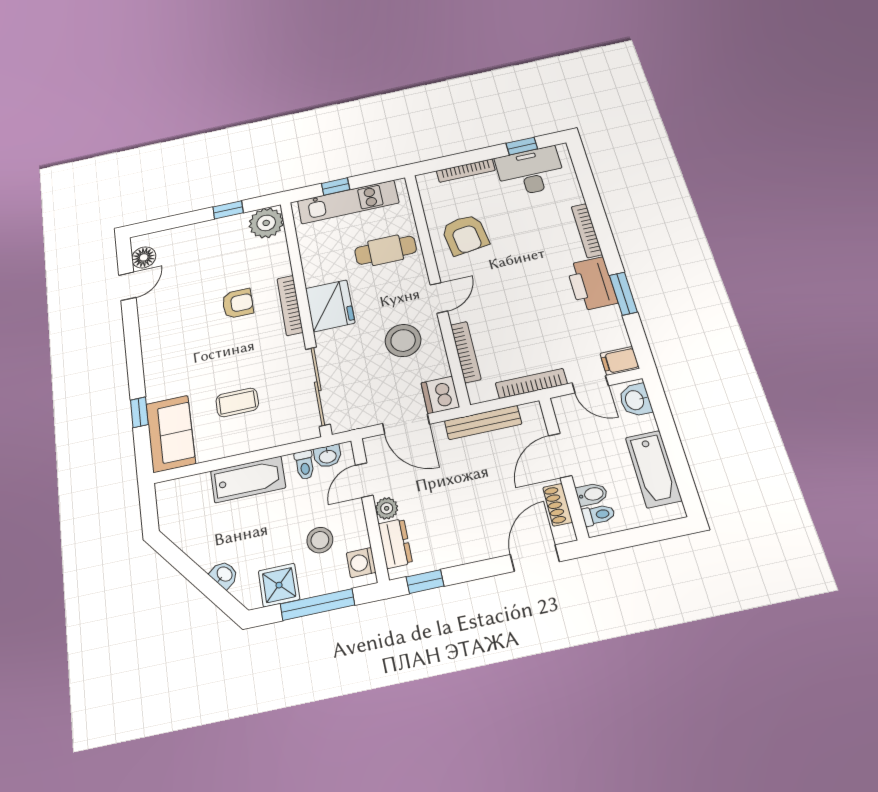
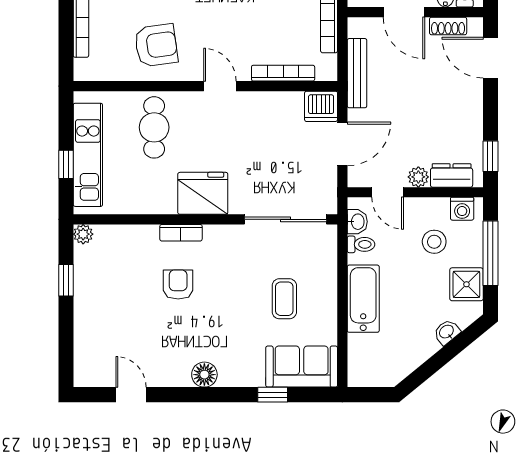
plant: (266, 223) -> (83, 234), width x0.53, depth x0.53
floor lamp: (144, 257) -> (204, 375), moved
bookcase: (290, 305) -> (181, 233), width x0.64
stool: (403, 340) -> (257, 130), removed

